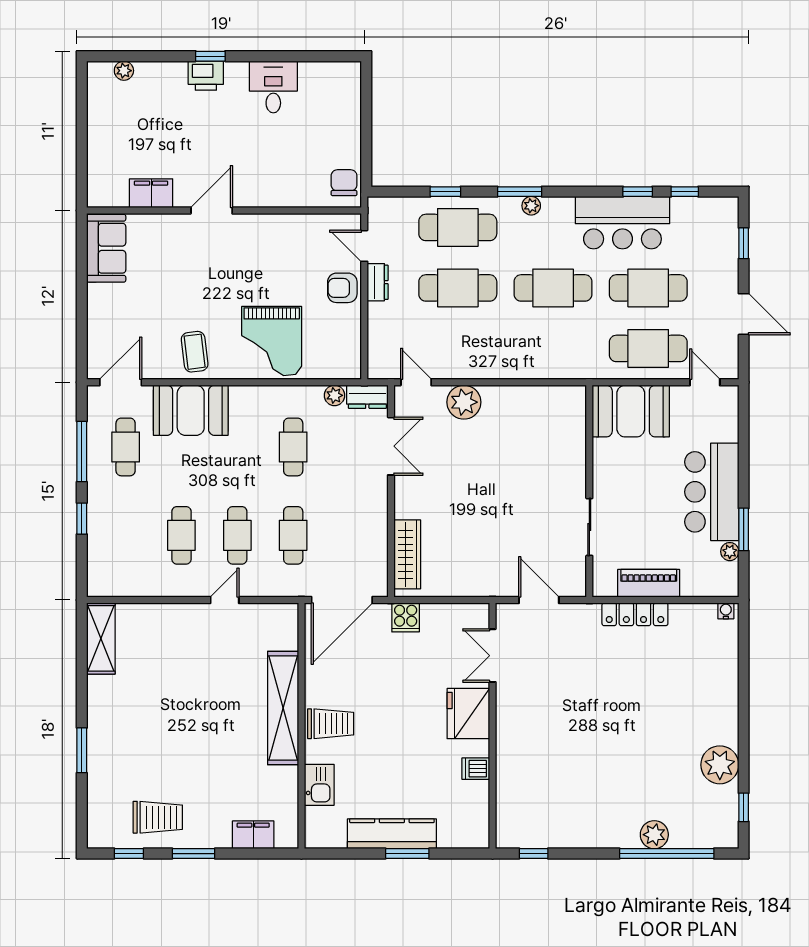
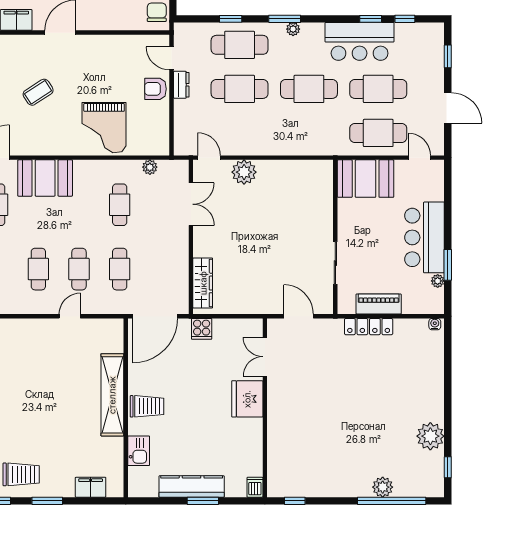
coffee table: (195, 352) -> (38, 92), moved, turned 64
dresser: (367, 397) -> (174, 168), removed
dishwasher: (476, 769) -> (255, 487), moved, turned 90

